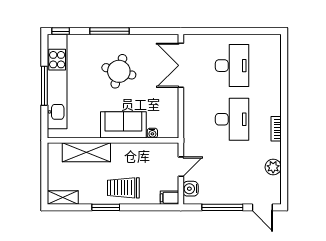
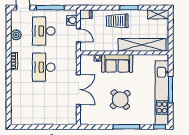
double door: (181, 65) -> (78, 90), moved
desk: (232, 66) -> (44, 31), moved
round table: (119, 71) -> (120, 100), turned 32
shelving: (86, 152) -> (142, 45), width x1.47
door: (181, 167) -> (78, 35), swing flipped
trolley: (123, 188) -> (117, 21), turned 180

